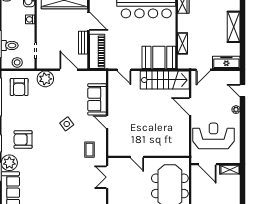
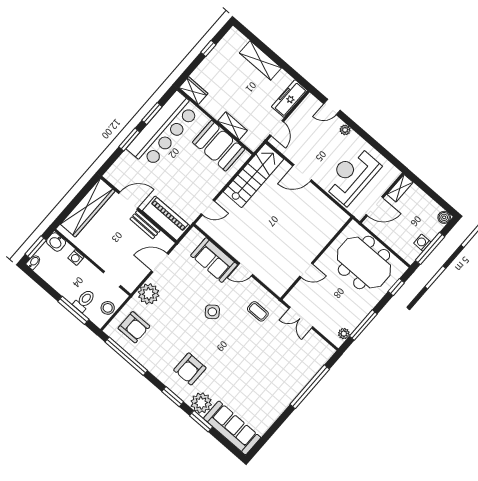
booth: (159, 57) -> (219, 146), moved, turned 90

